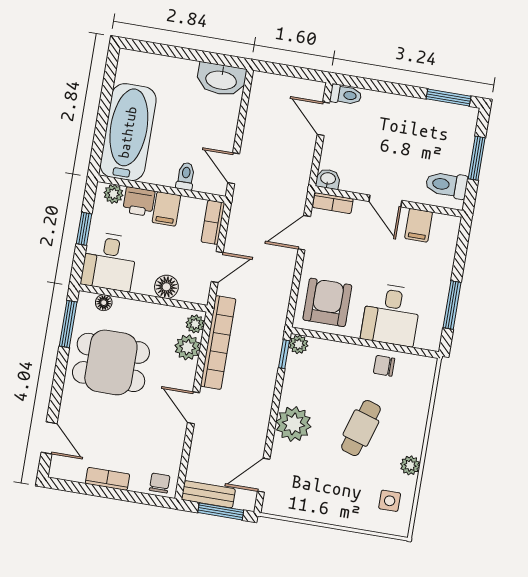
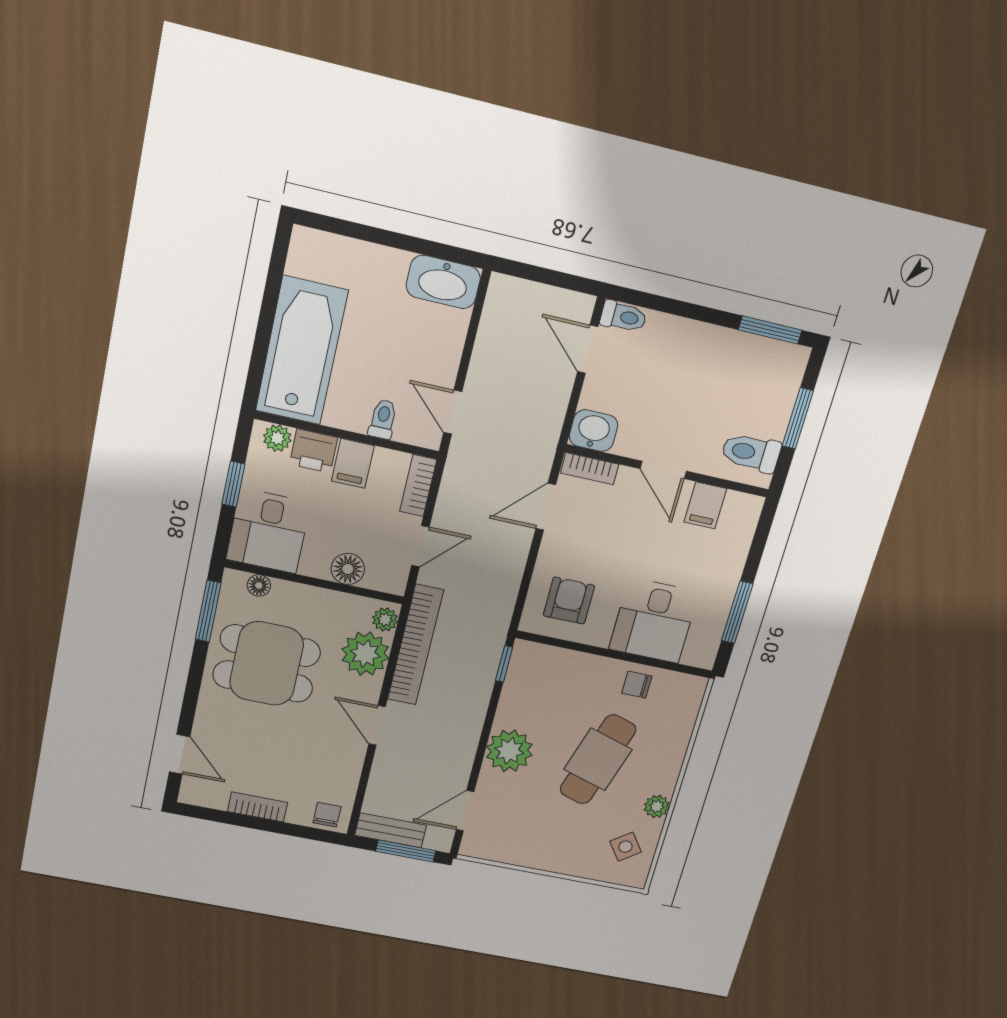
washbasin: (328, 179) -> (593, 431), width x1.38, depth x1.45
armchair: (327, 302) -> (569, 601), width x0.72, depth x0.72
plant: (298, 344) -> (525, 652), removed
plant: (188, 347) -> (365, 654), width x1.36, depth x1.36
cafe table: (361, 428) -> (598, 759), width x1.37, depth x1.35
side table: (390, 501) -> (626, 847), turned -36

